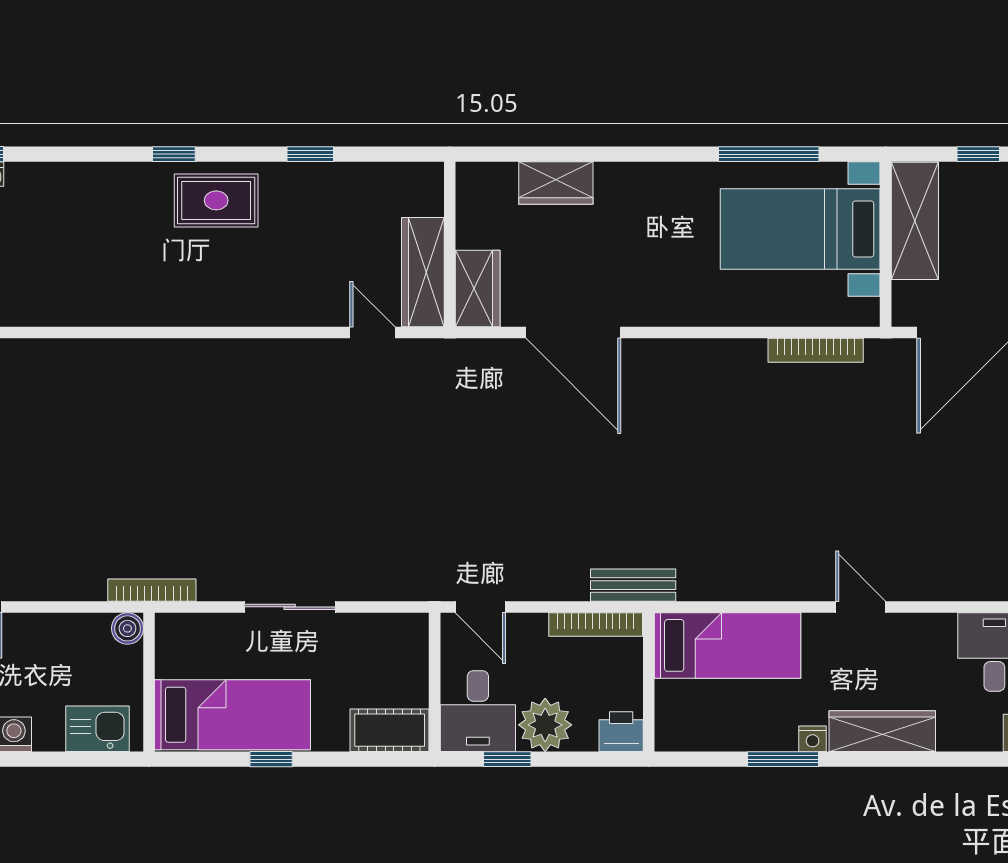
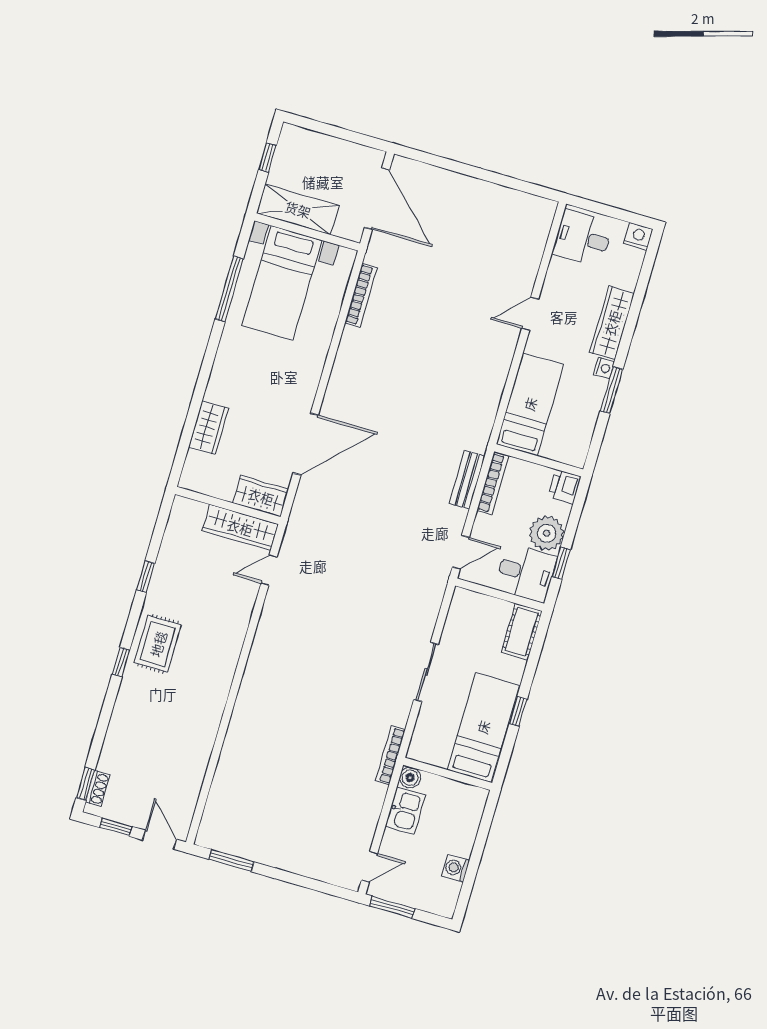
bench: (633, 585) -> (467, 480), moved
kitchen sink: (97, 729) -> (405, 811), moved, turned 180

